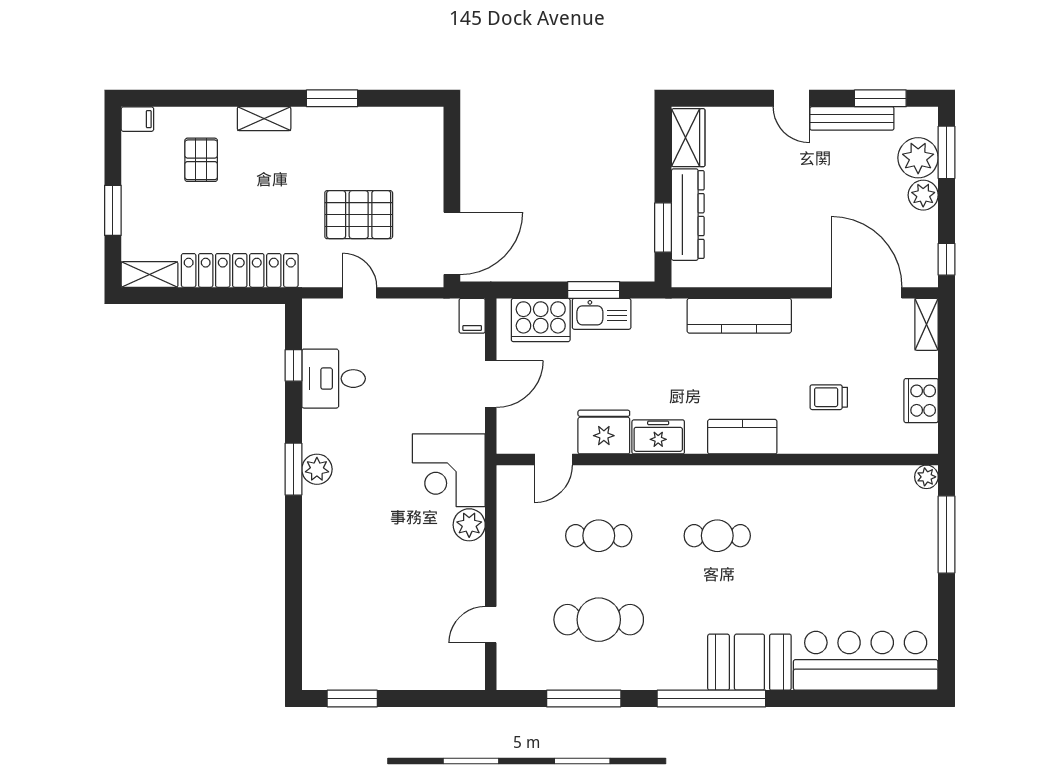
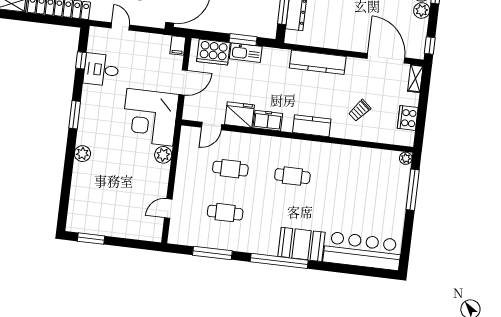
trolley: (829, 397) -> (360, 110), turned -50
plant: (317, 469) -> (82, 154), moved
corner desk: (449, 470) -> (150, 117), width x1.36, depth x1.36
cafe table: (599, 620) -> (225, 213), width x0.73, depth x0.74

